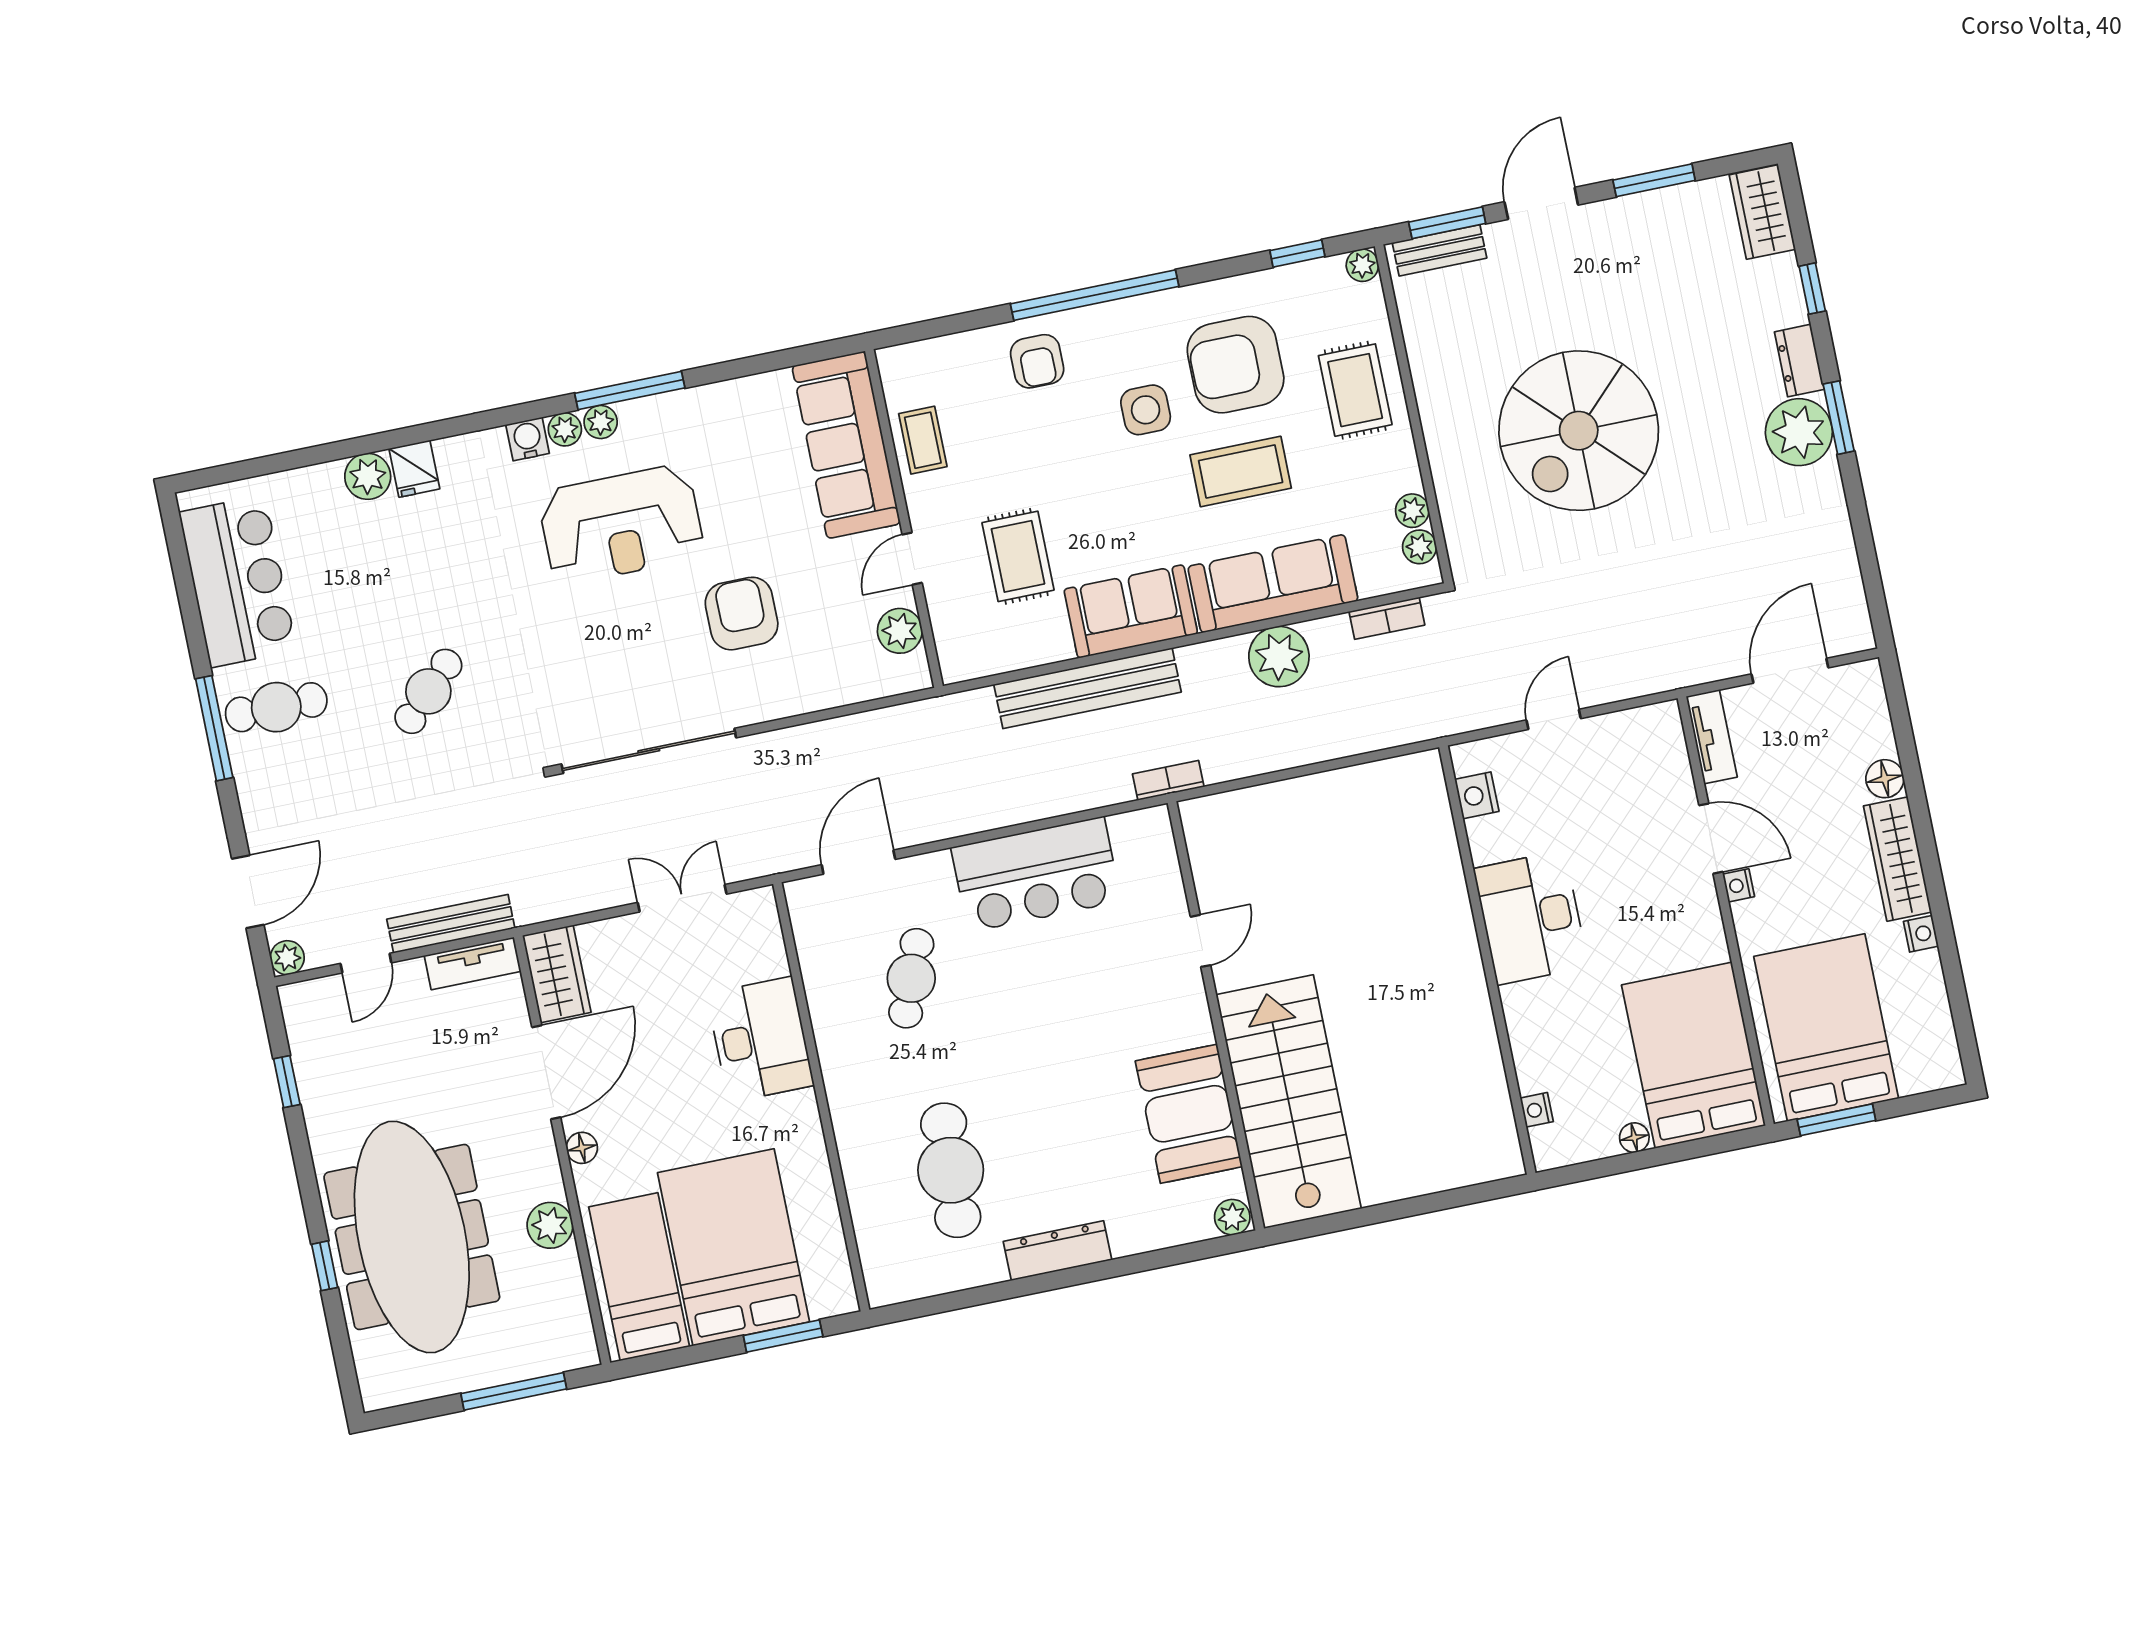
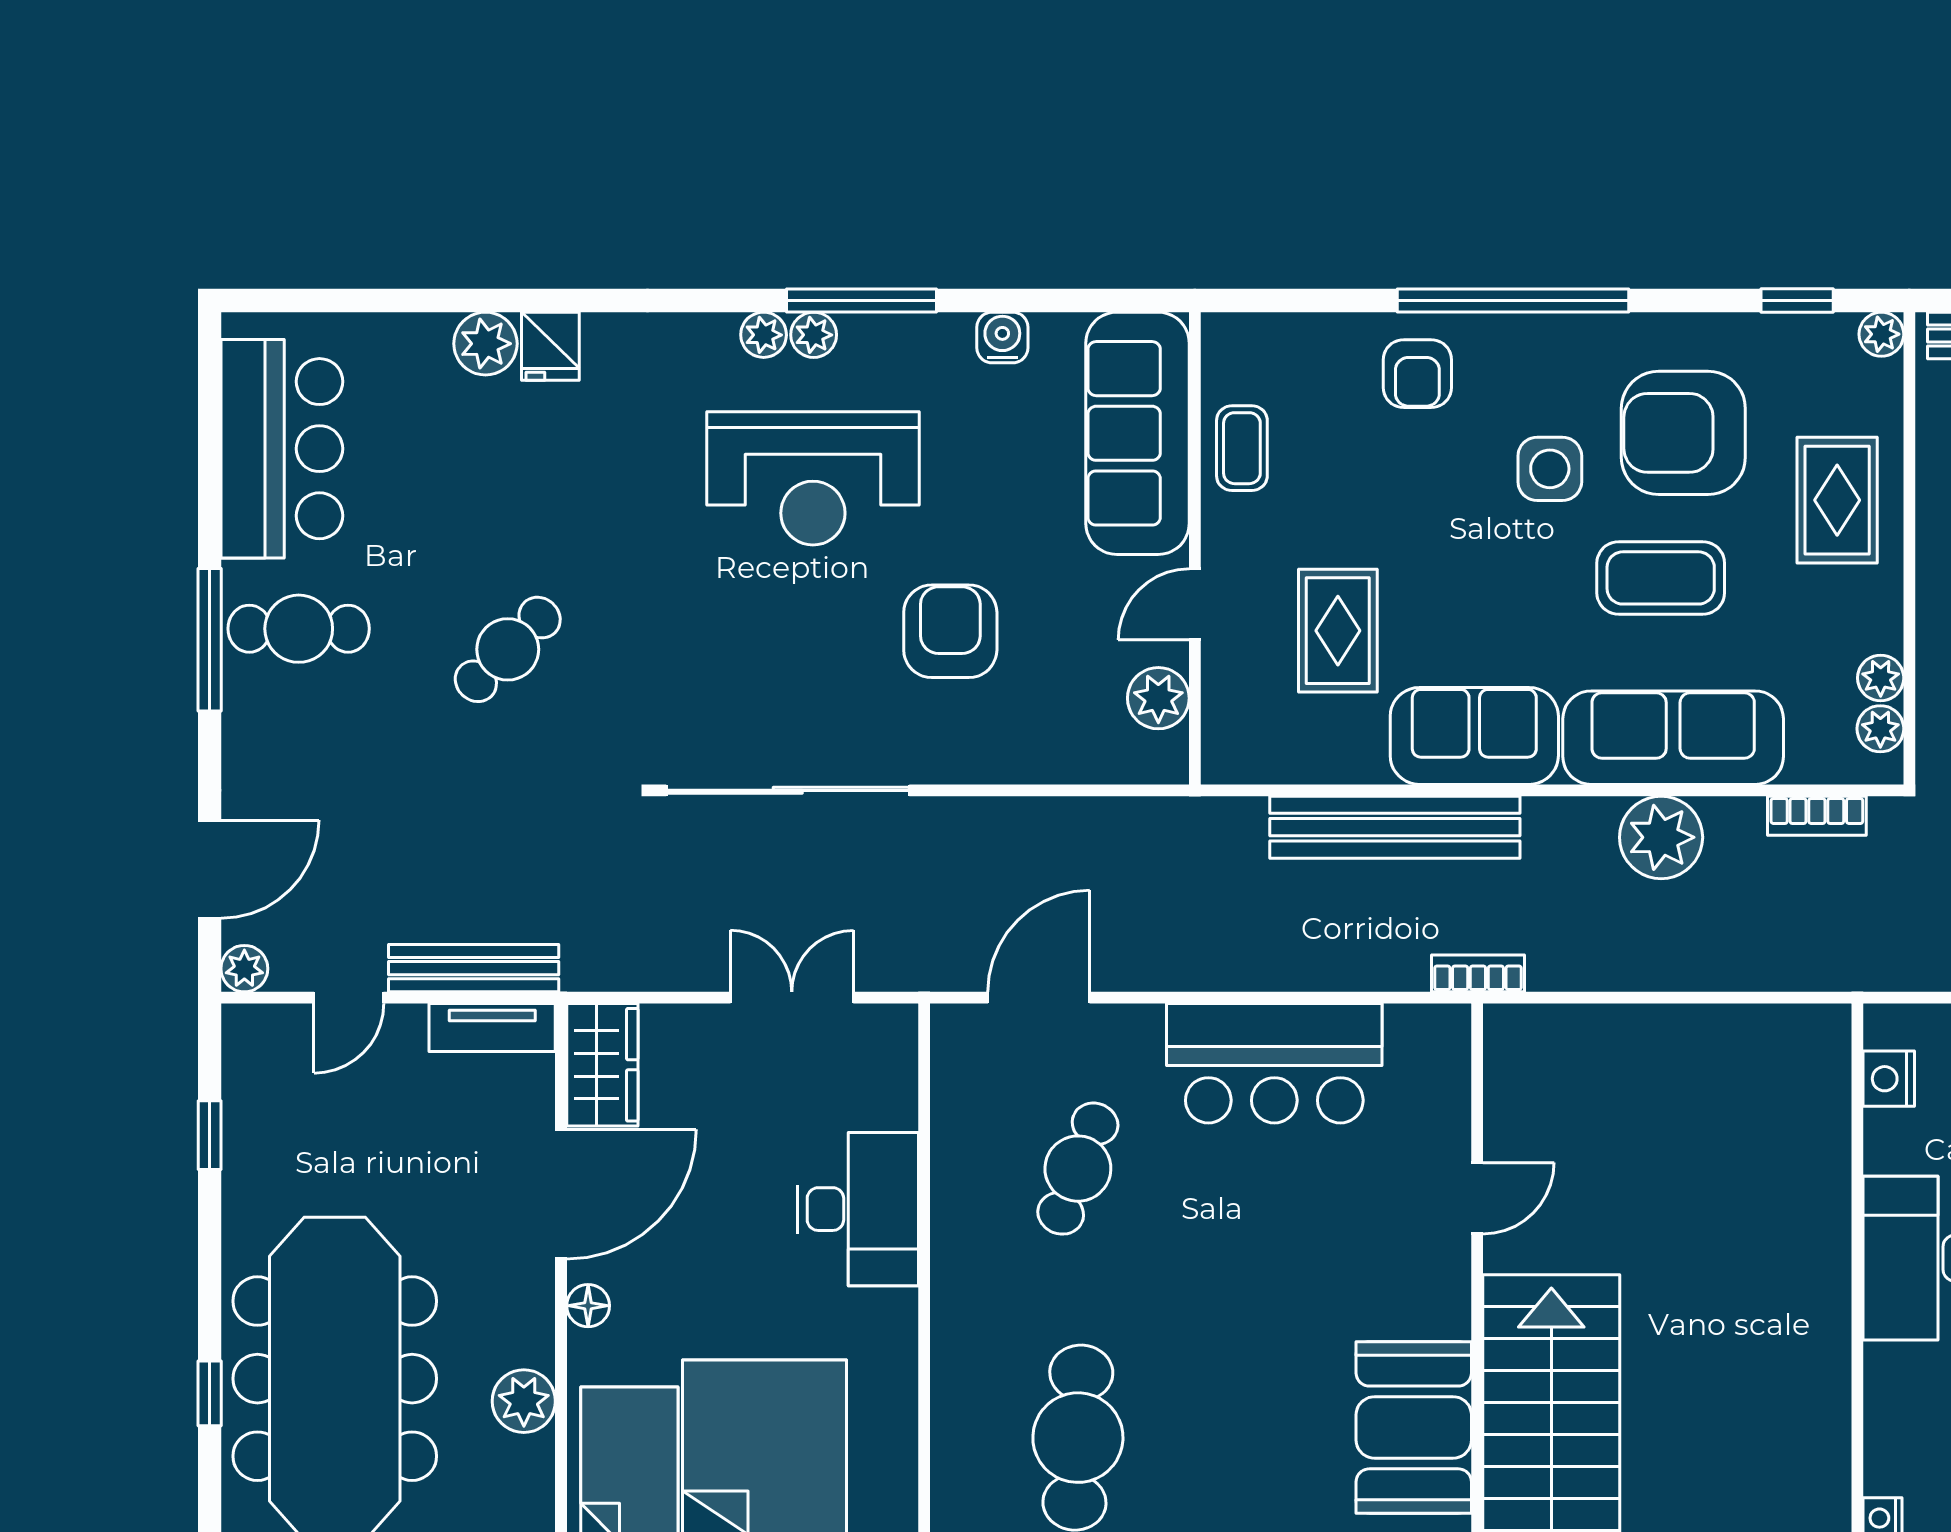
water cooler: (528, 439) -> (1002, 337), moved

